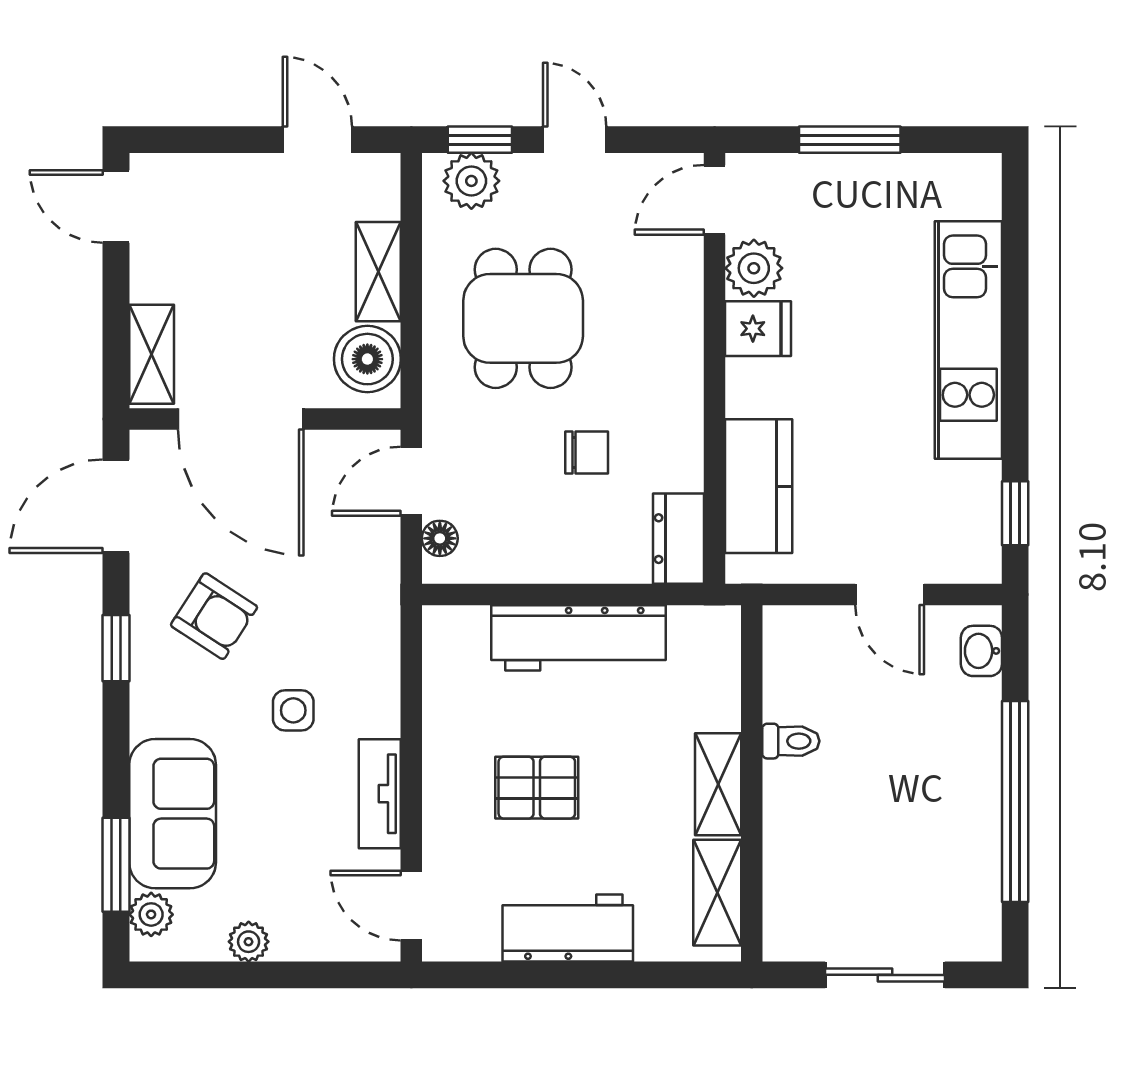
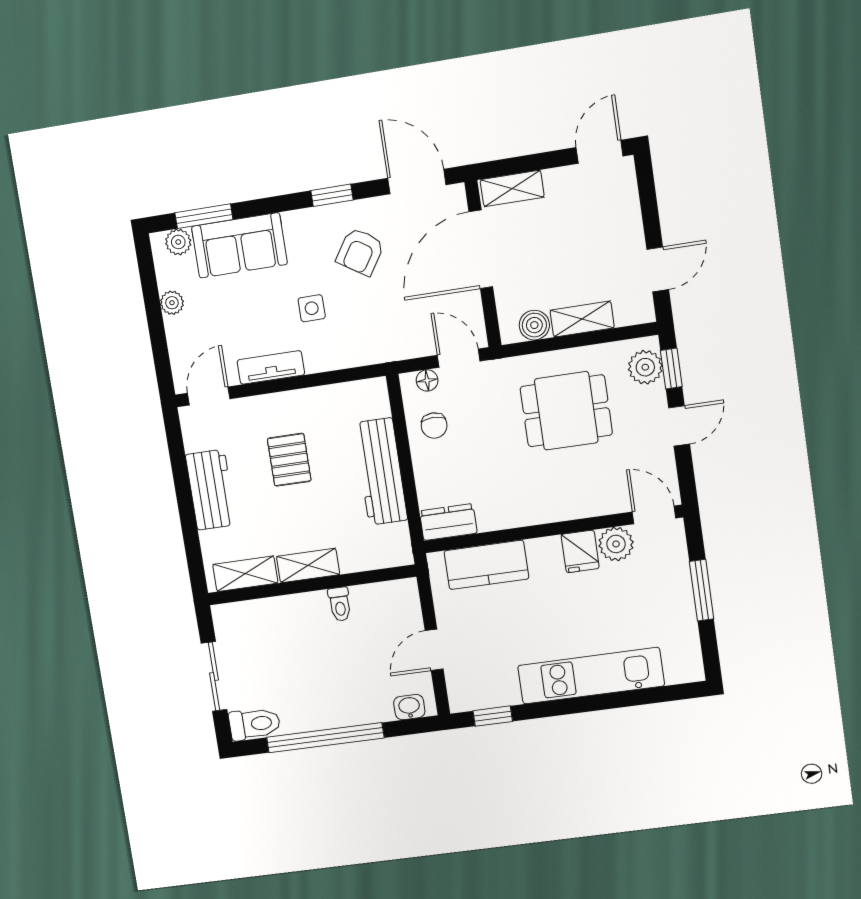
boiler: (367, 359) -> (534, 325), width x0.73, depth x0.73
chair: (587, 453) -> (434, 426), moved
toilet: (976, 919) -> (255, 724), added

